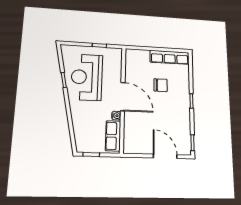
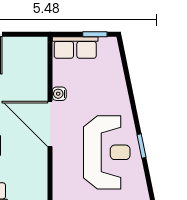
row of seats: (113, 136) -> (75, 47), moved, turned 90

